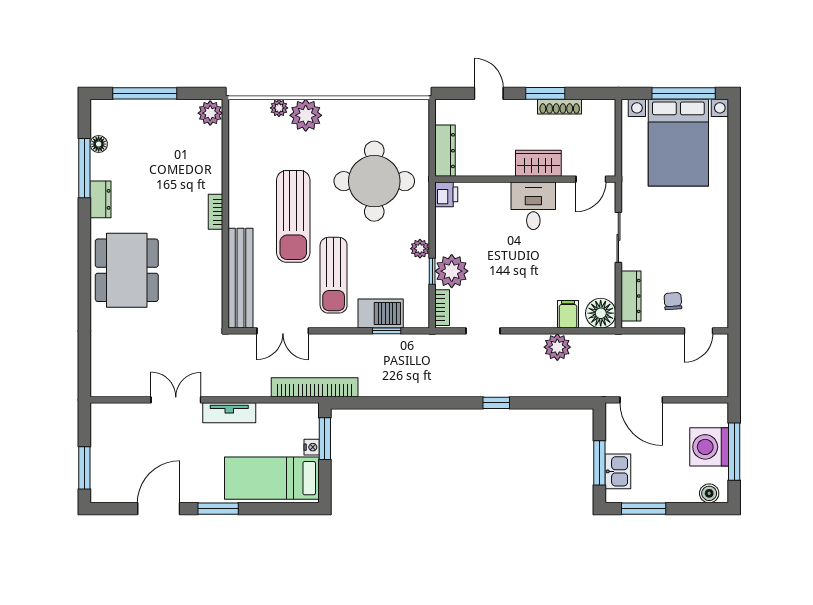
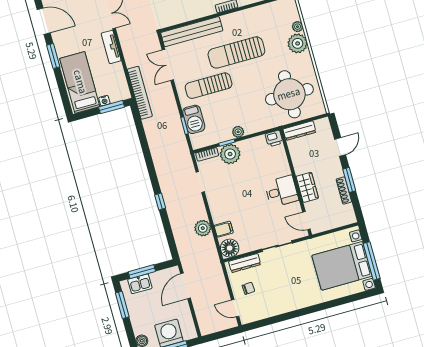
round table: (374, 181) -> (289, 94), moved

